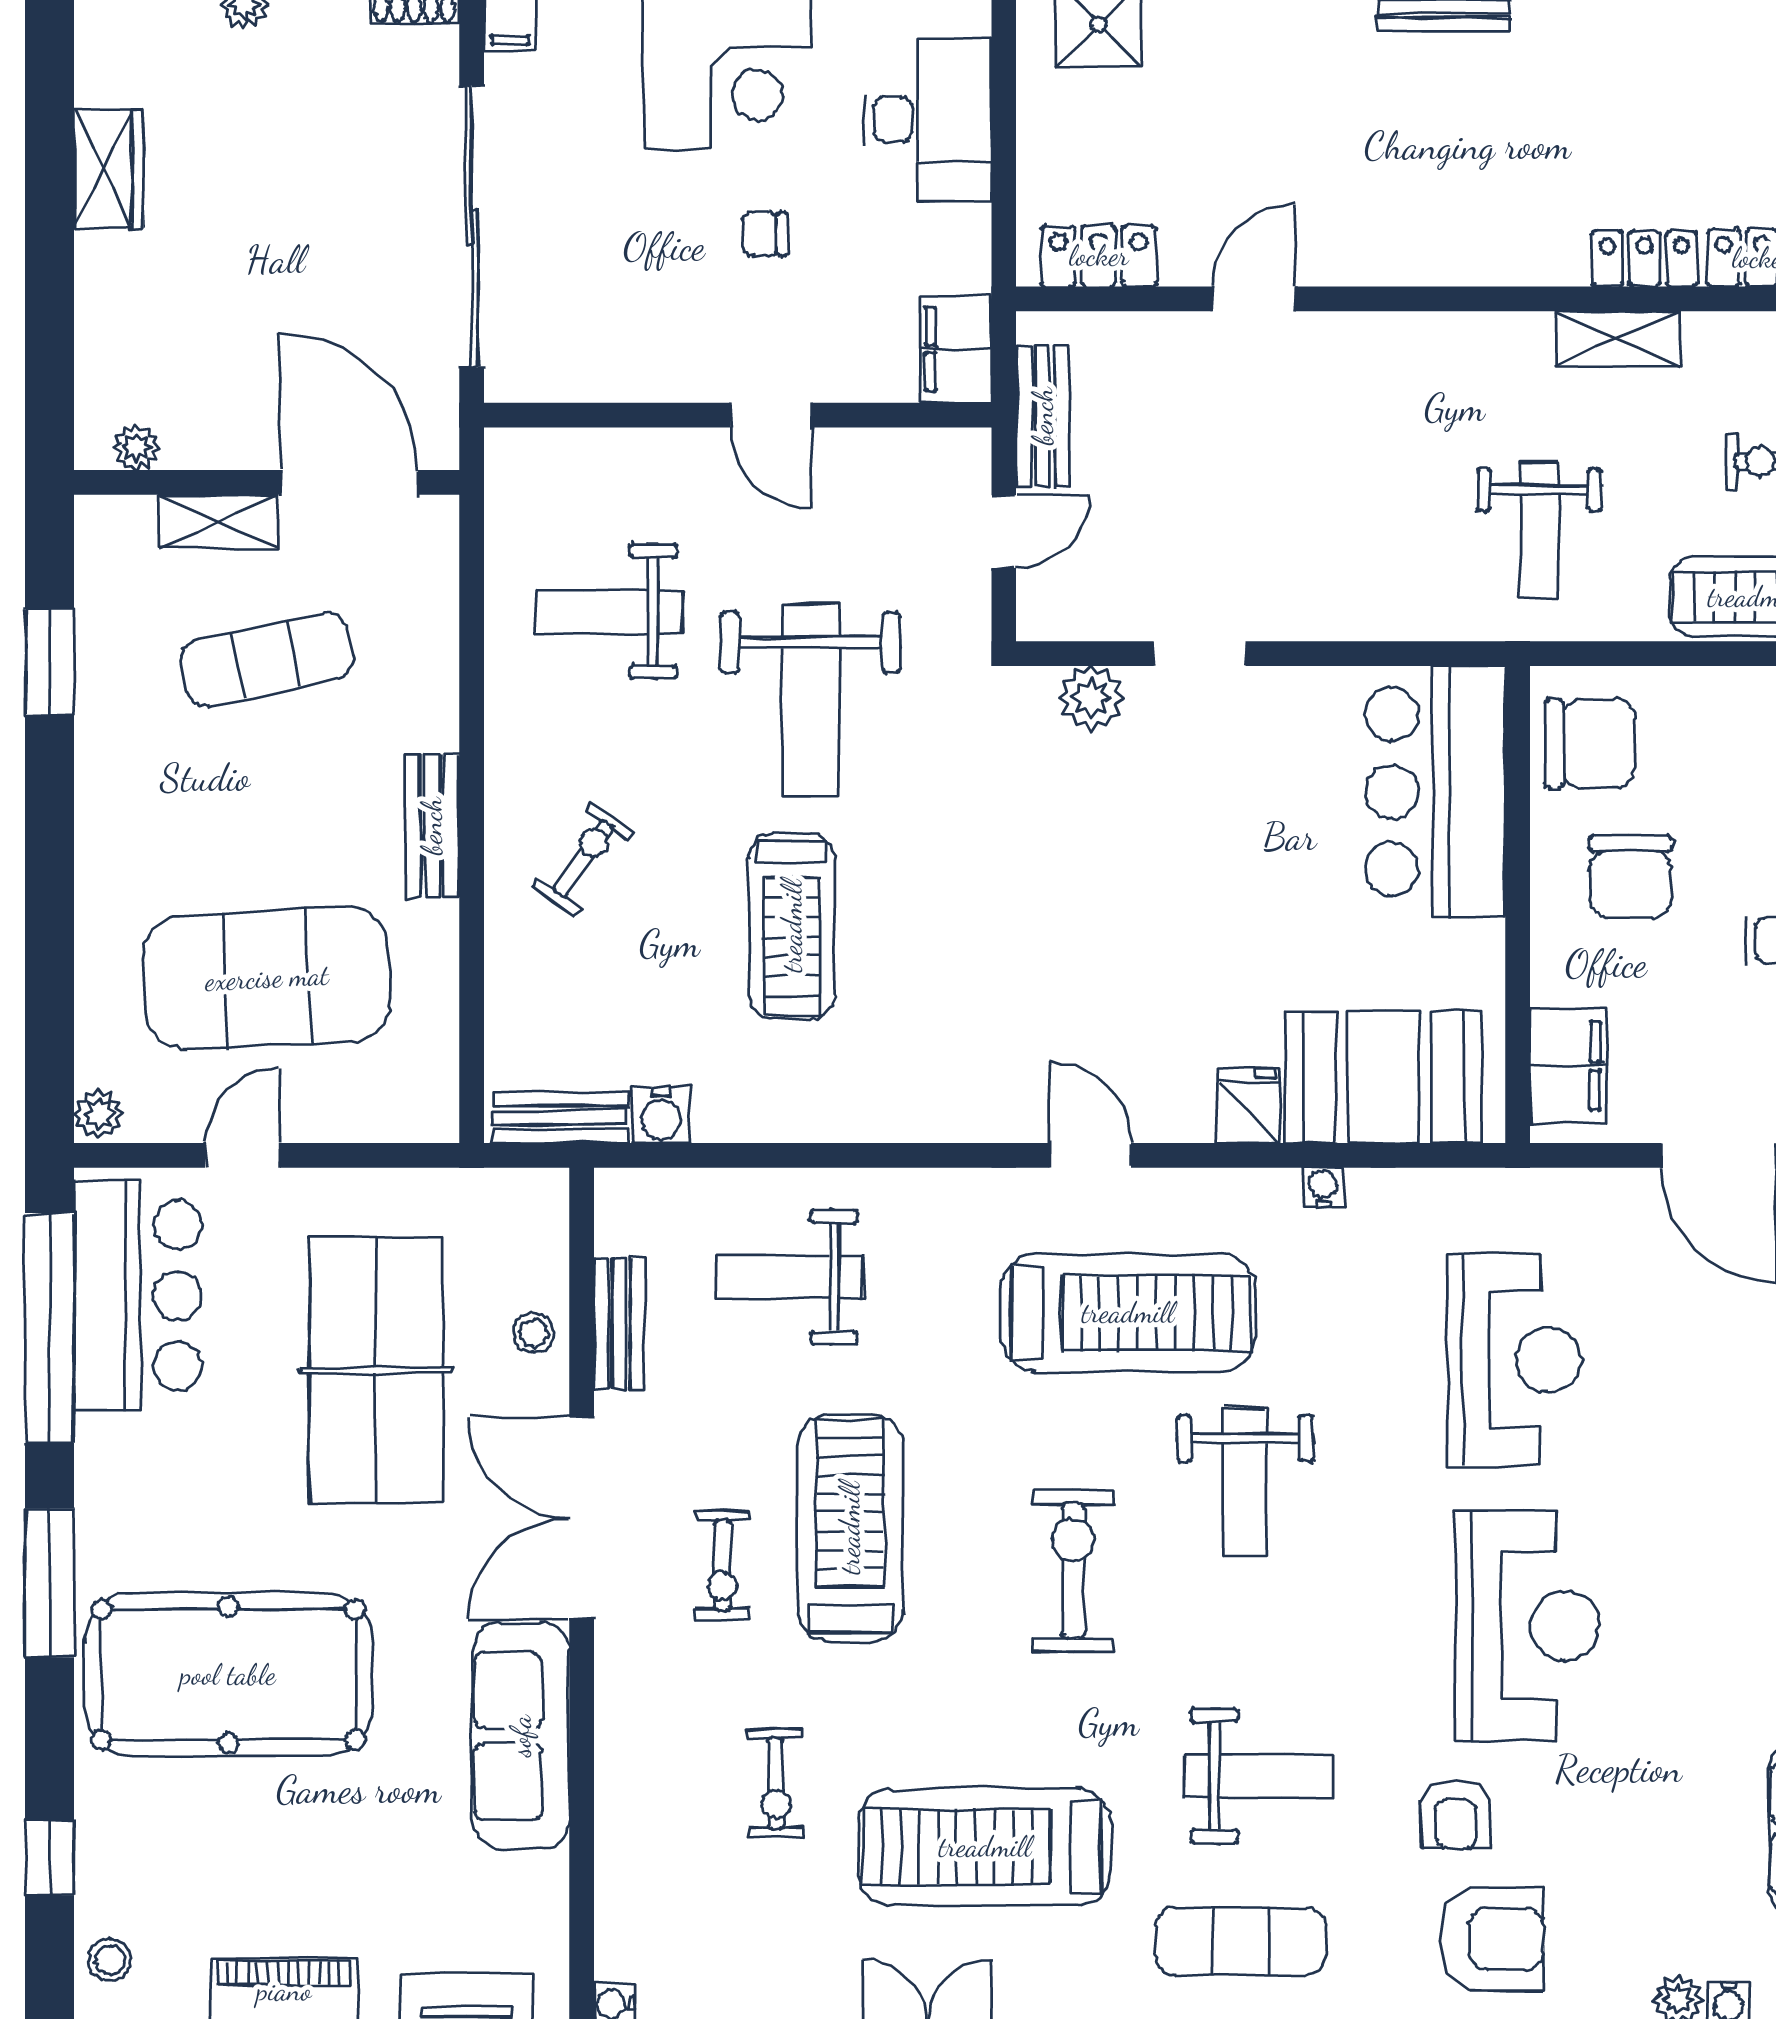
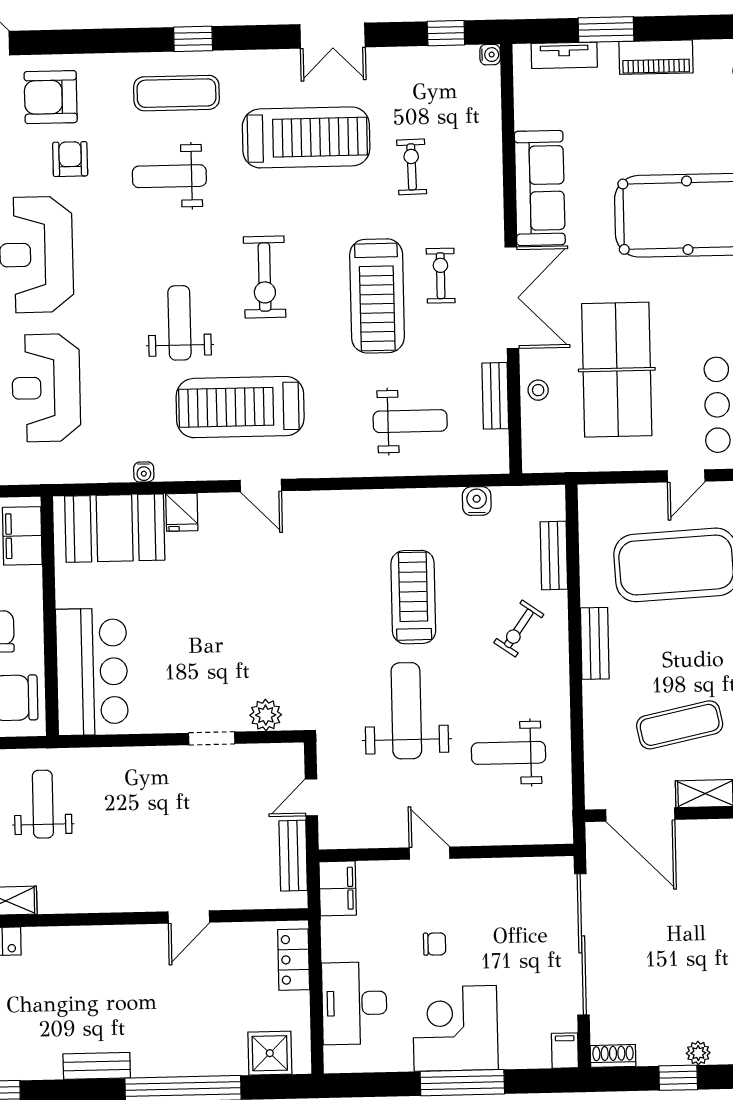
locker: (1099, 256) -> (294, 960), moved, turned 90
weight bench: (609, 611) -> (509, 753), turned 180
bench: (560, 1117) -> (554, 555), moved, turned 90

